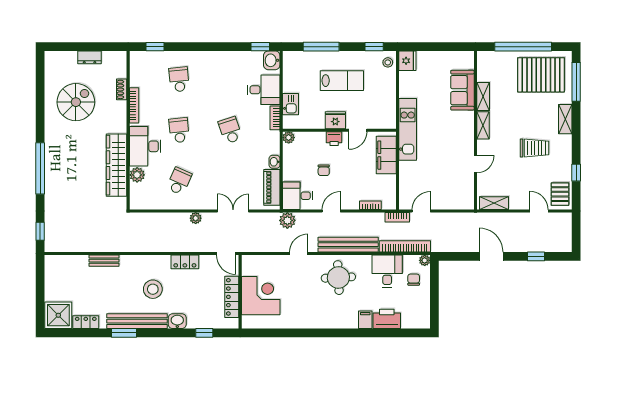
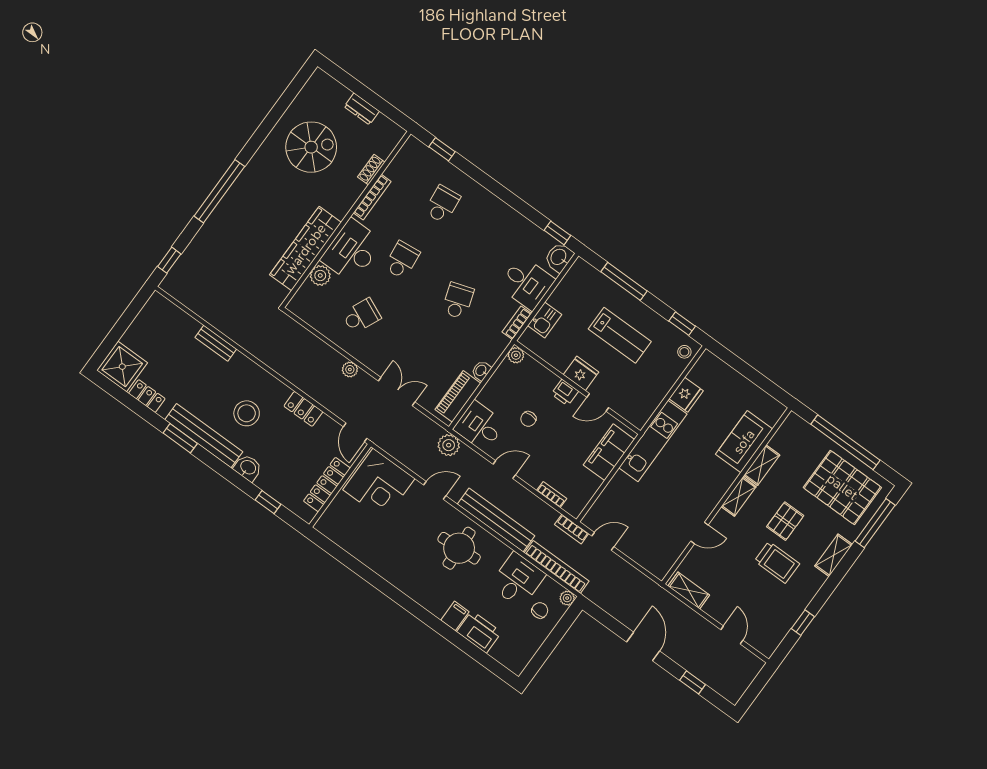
fridge: (407, 61) -> (686, 395), moved
pallet: (560, 194) -> (785, 521), moved
corner desk: (261, 296) -> (379, 484), moved, turned 90

